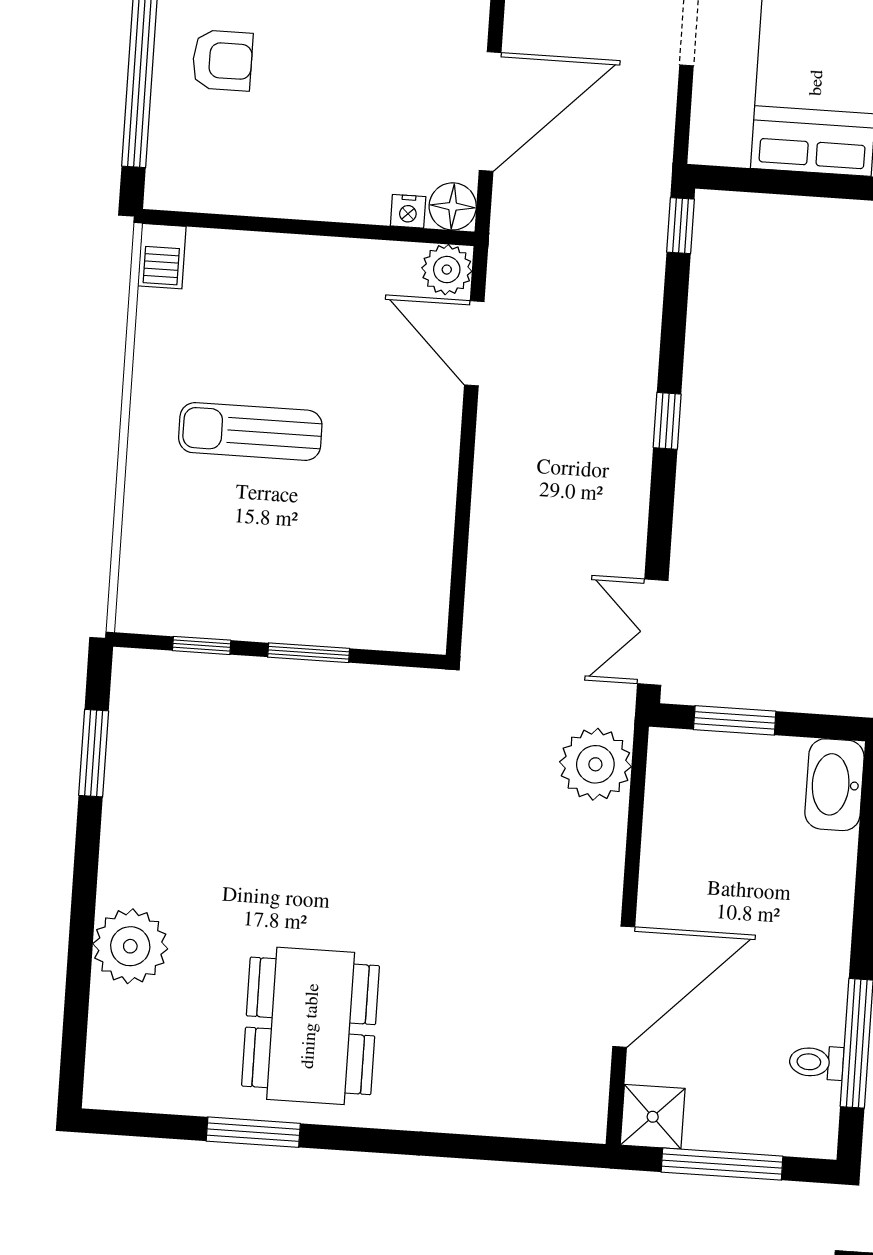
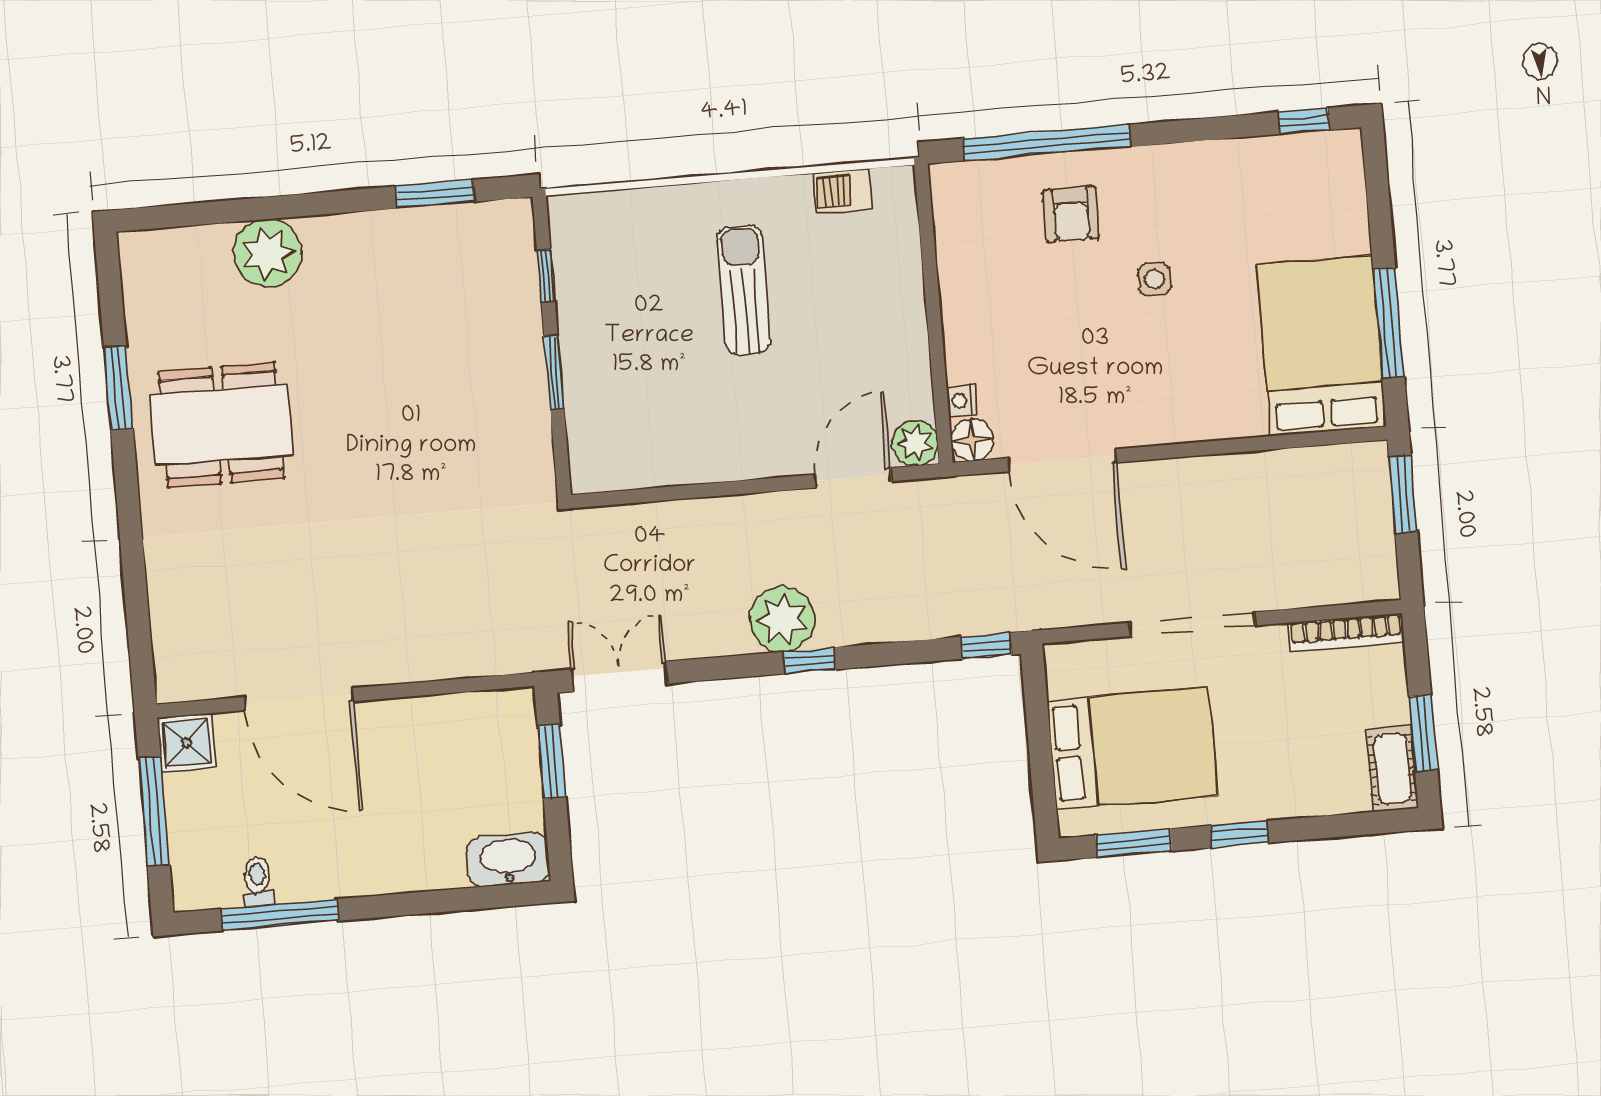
barbecue: (162, 256) -> (842, 191), moved
plant: (595, 764) -> (782, 619), moved

